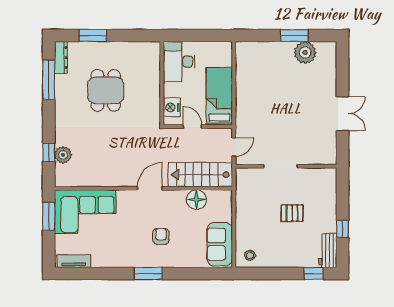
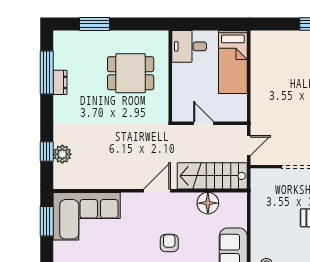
dresser: (61, 58) -> (60, 82), moved, width x0.70
desk: (179, 62) -> (189, 46), width x0.73
dining table: (106, 90) -> (131, 73), moved, turned 90
bed: (219, 96) -> (233, 62), moved, turned 180
nightstand: (172, 107) -> (181, 102), removed

